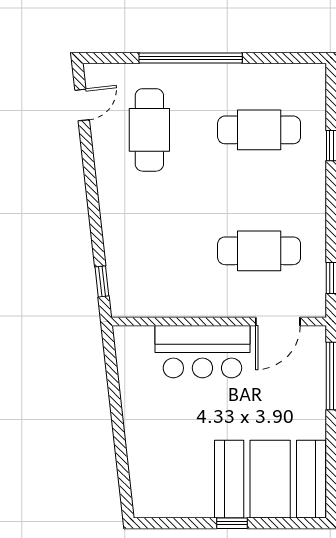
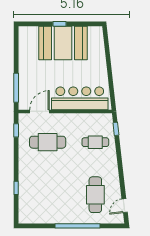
cafe table: (259, 130) -> (95, 142), moved, width x0.73, depth x0.74
bar counter: (202, 352) -> (80, 98), width x1.36
booth: (270, 479) -> (63, 43), moved

